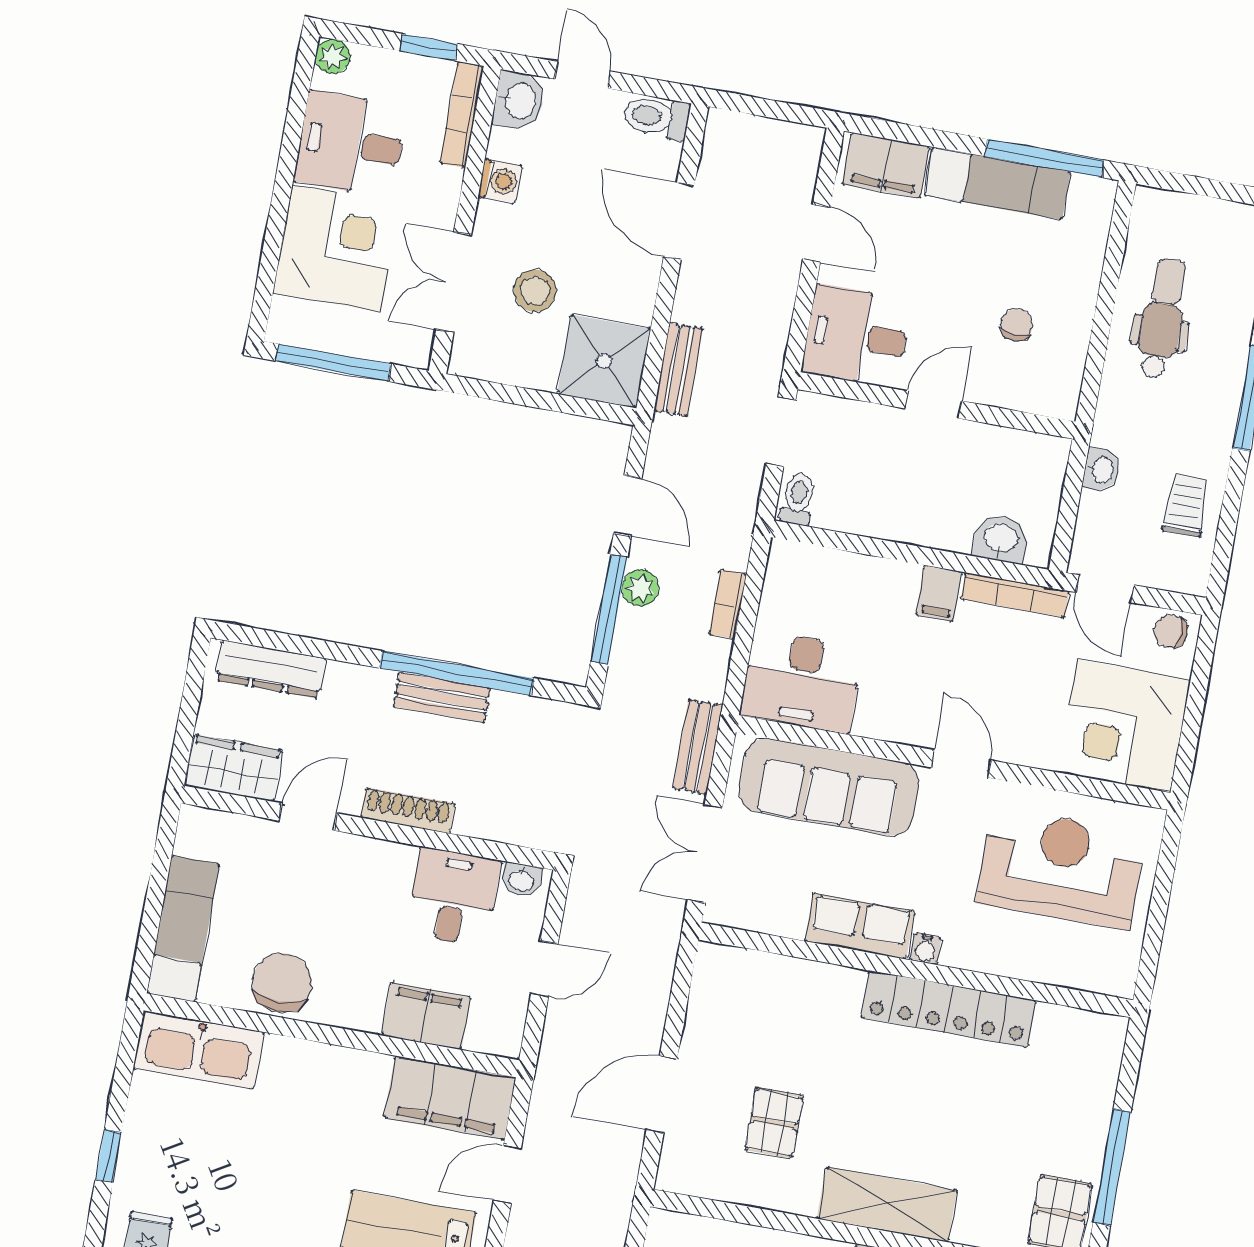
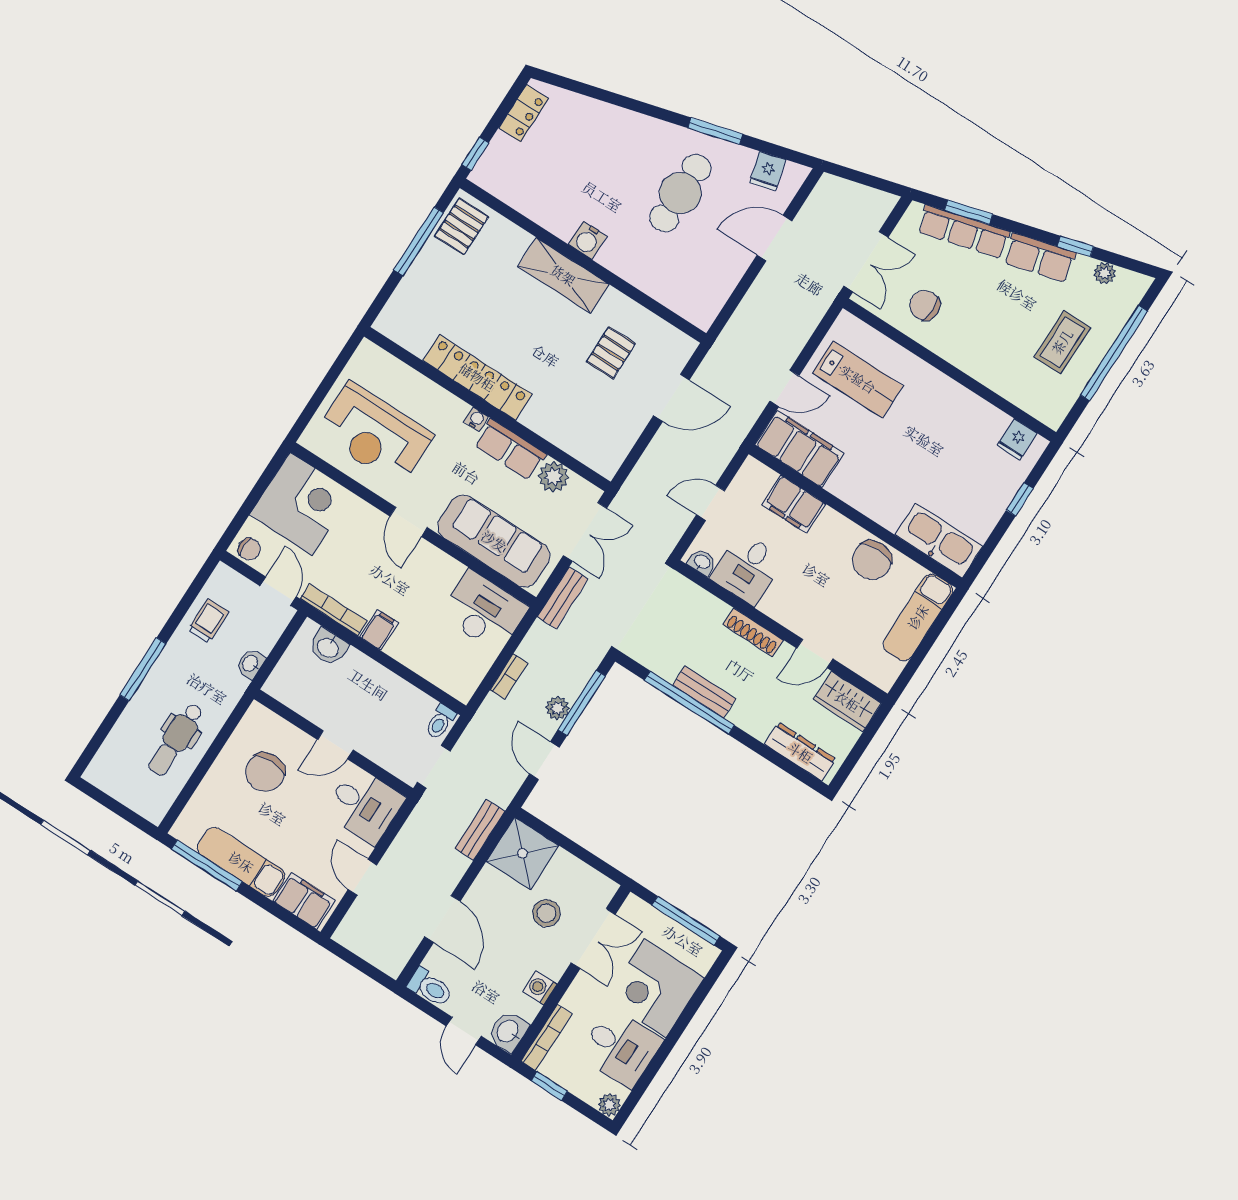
chair: (1017, 325) -> (265, 772), width x1.87, depth x1.87
trolley: (1186, 505) -> (208, 621), turned 180
plant: (782, 913) -> (554, 477), added

